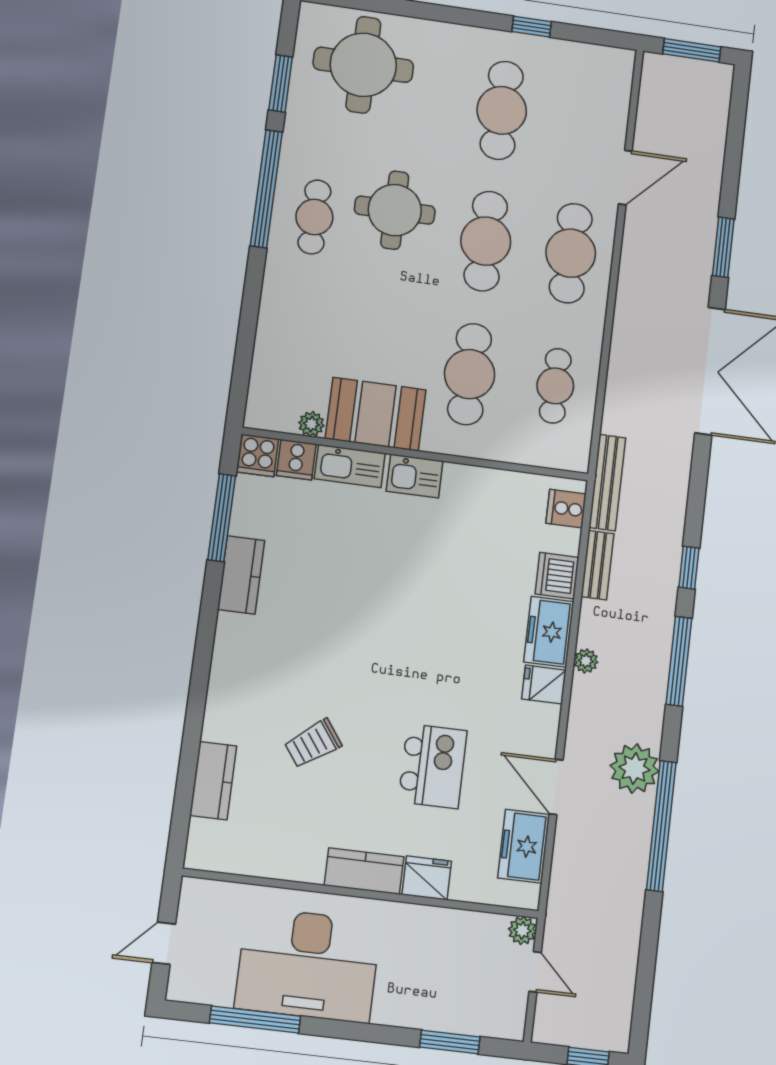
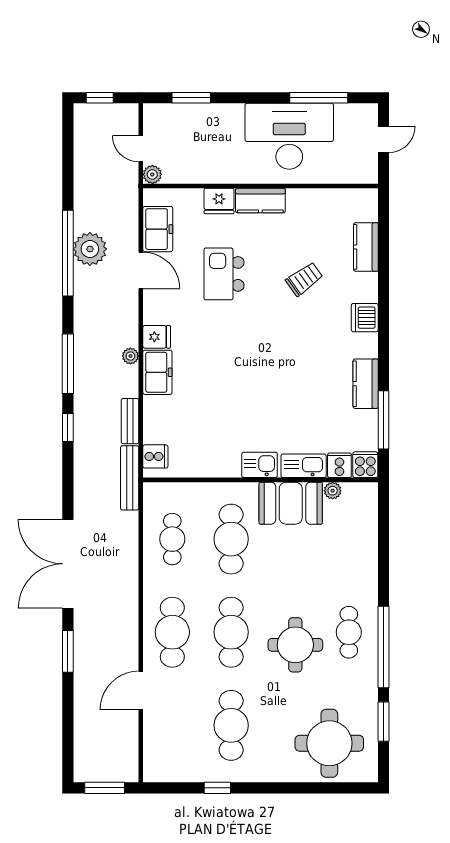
dishwasher: (557, 576) -> (365, 318), moved, turned 180
plant: (635, 768) -> (90, 249), moved

